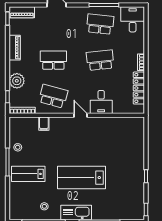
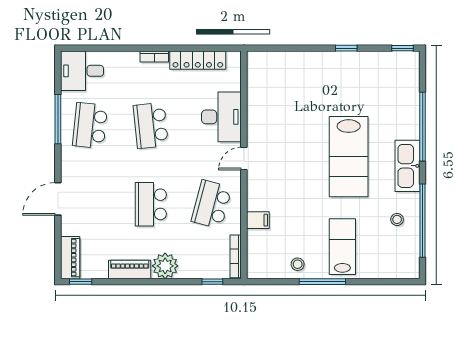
plant: (17, 81) -> (165, 266), moved
desk: (101, 102) -> (221, 117), width x1.37
lab bench: (28, 174) -> (342, 247), turned 180

